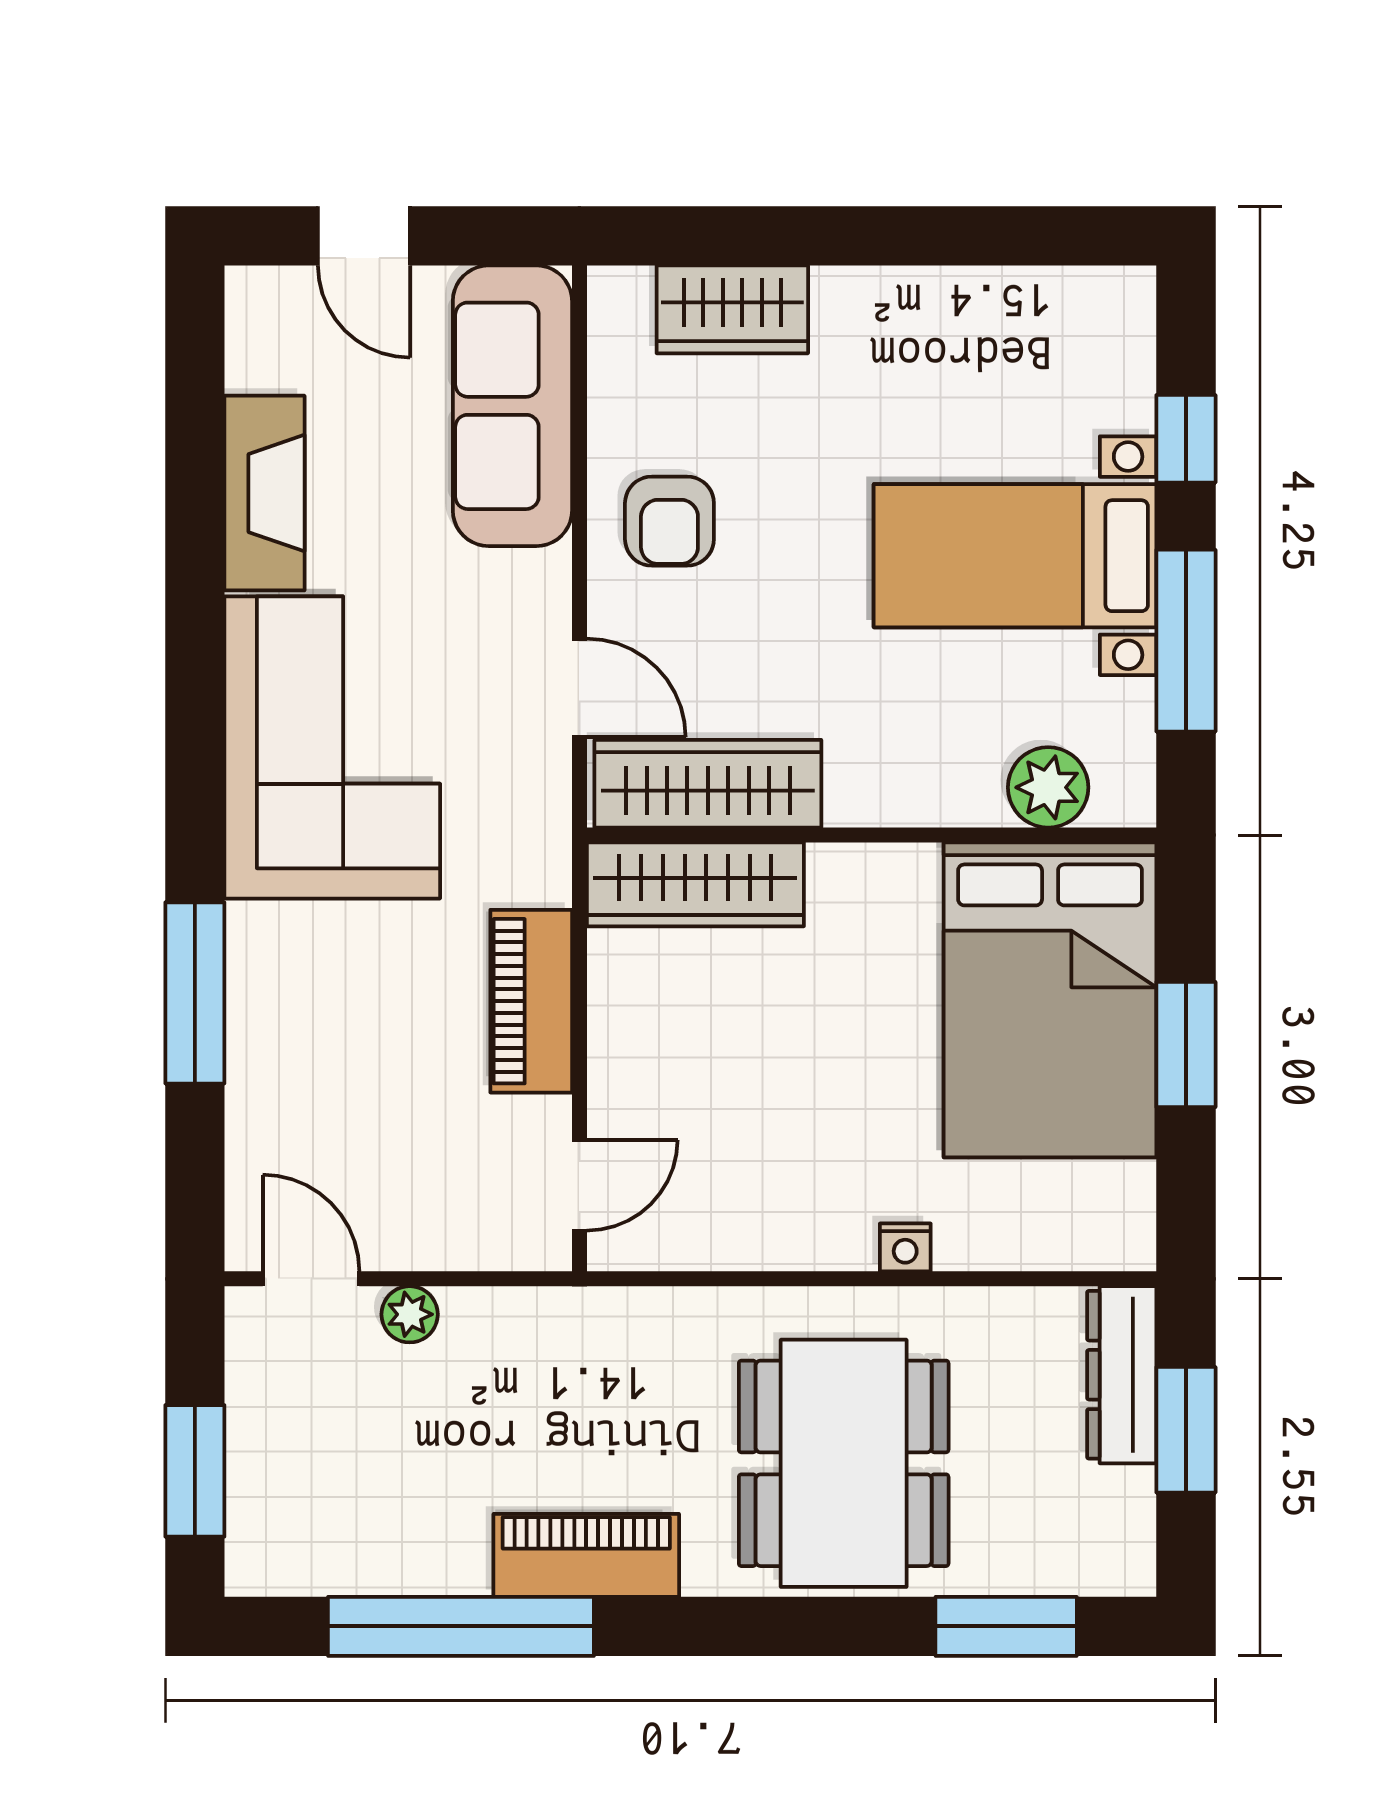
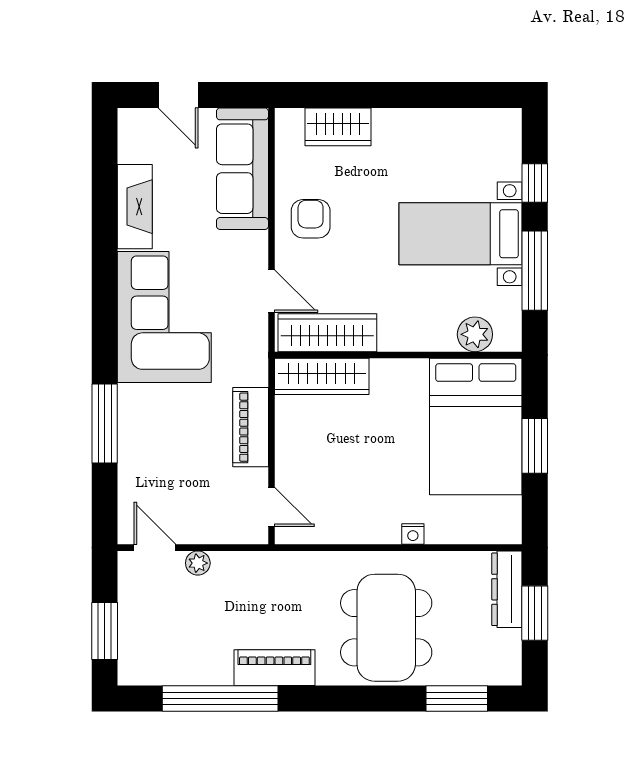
armchair: (669, 521) -> (311, 219), turned 180
door: (579, 1185) -> (272, 507), hinge flipped

